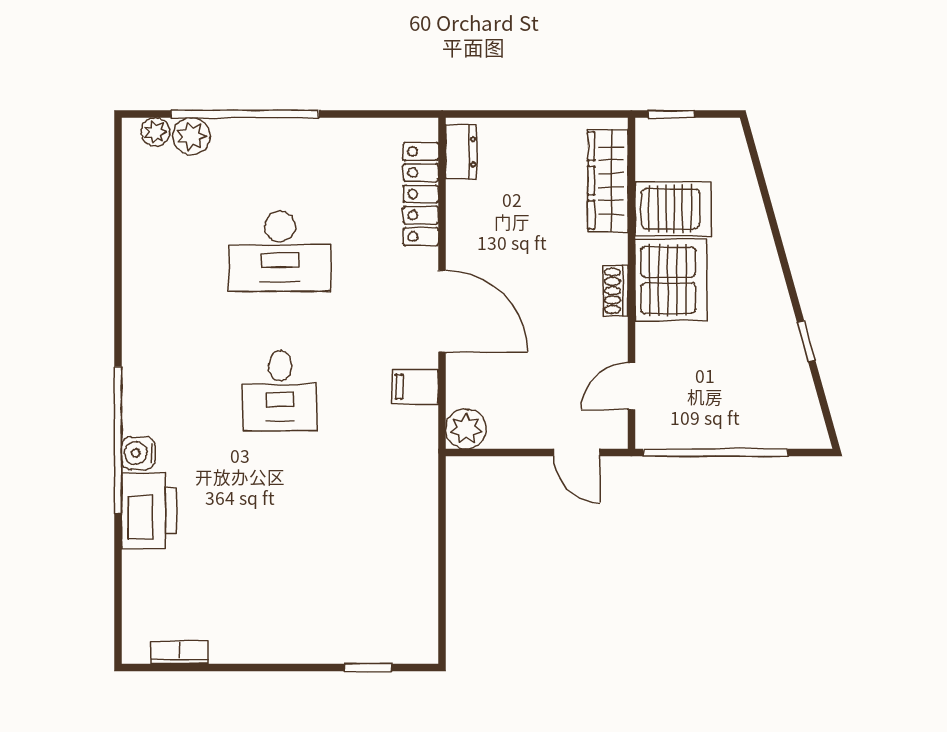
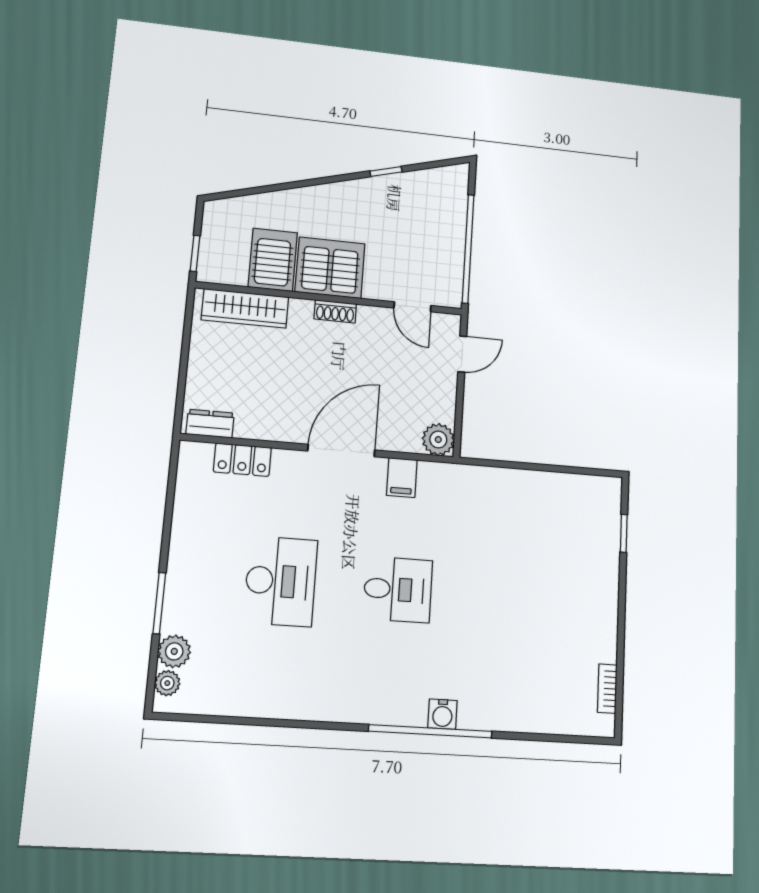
window: (245, 114) -> (159, 603), width x0.47
locker: (421, 194) -> (242, 460), width x0.66
printer: (149, 511) -> (491, 708), removed

